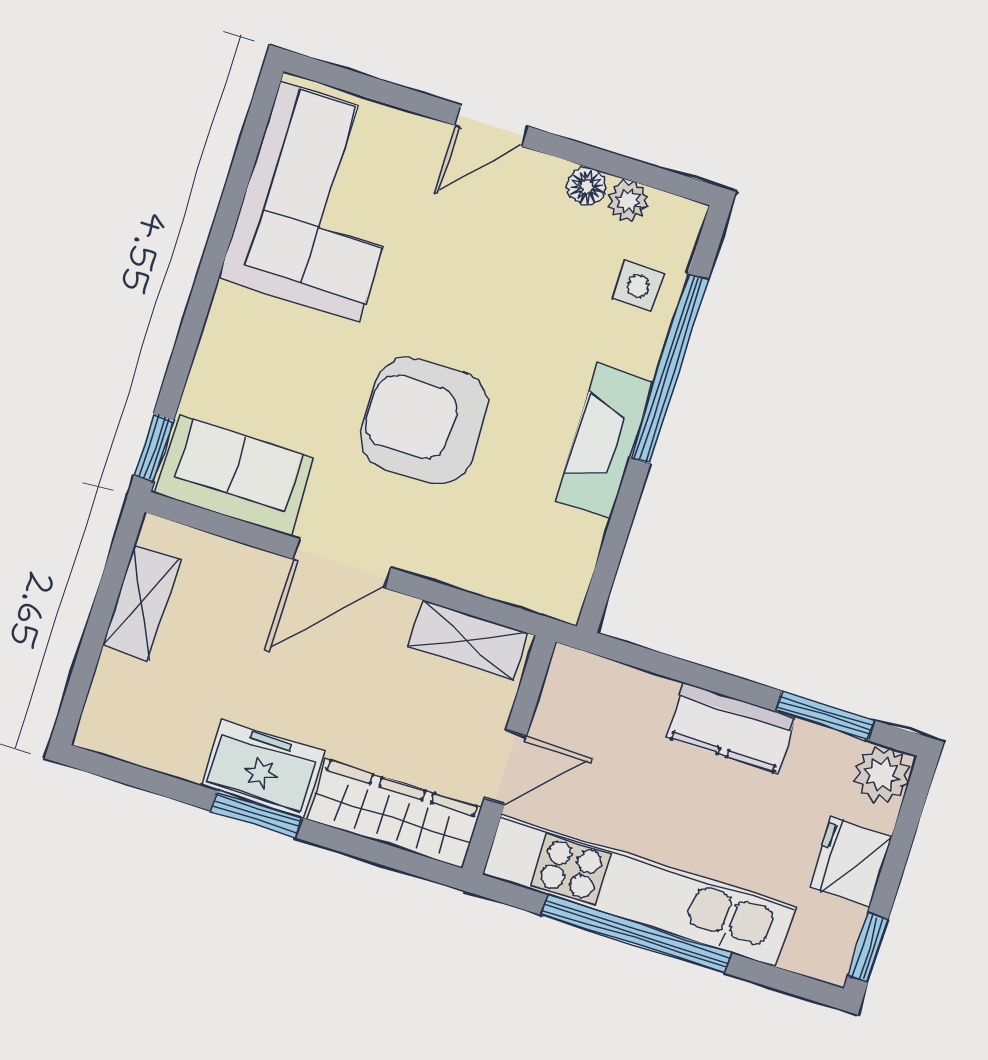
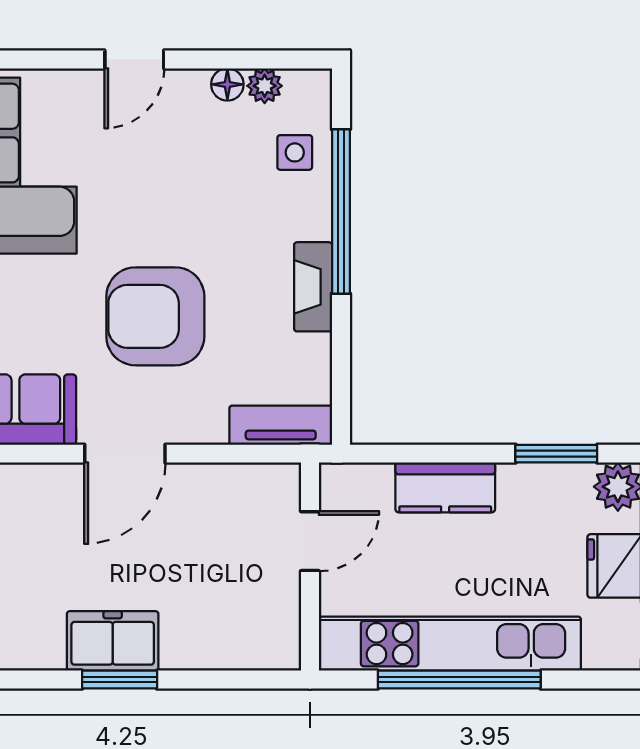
fireplace: (604, 441) -> (313, 287), width x0.73, depth x0.76
tv unit: (526, 586) -> (281, 425), added
shelving: (468, 640) -> (247, 484), removed
kitchen counter: (731, 728) -> (445, 487), moved
door: (505, 767) -> (310, 541), moved
wardrobe: (394, 814) -> (232, 644), removed

